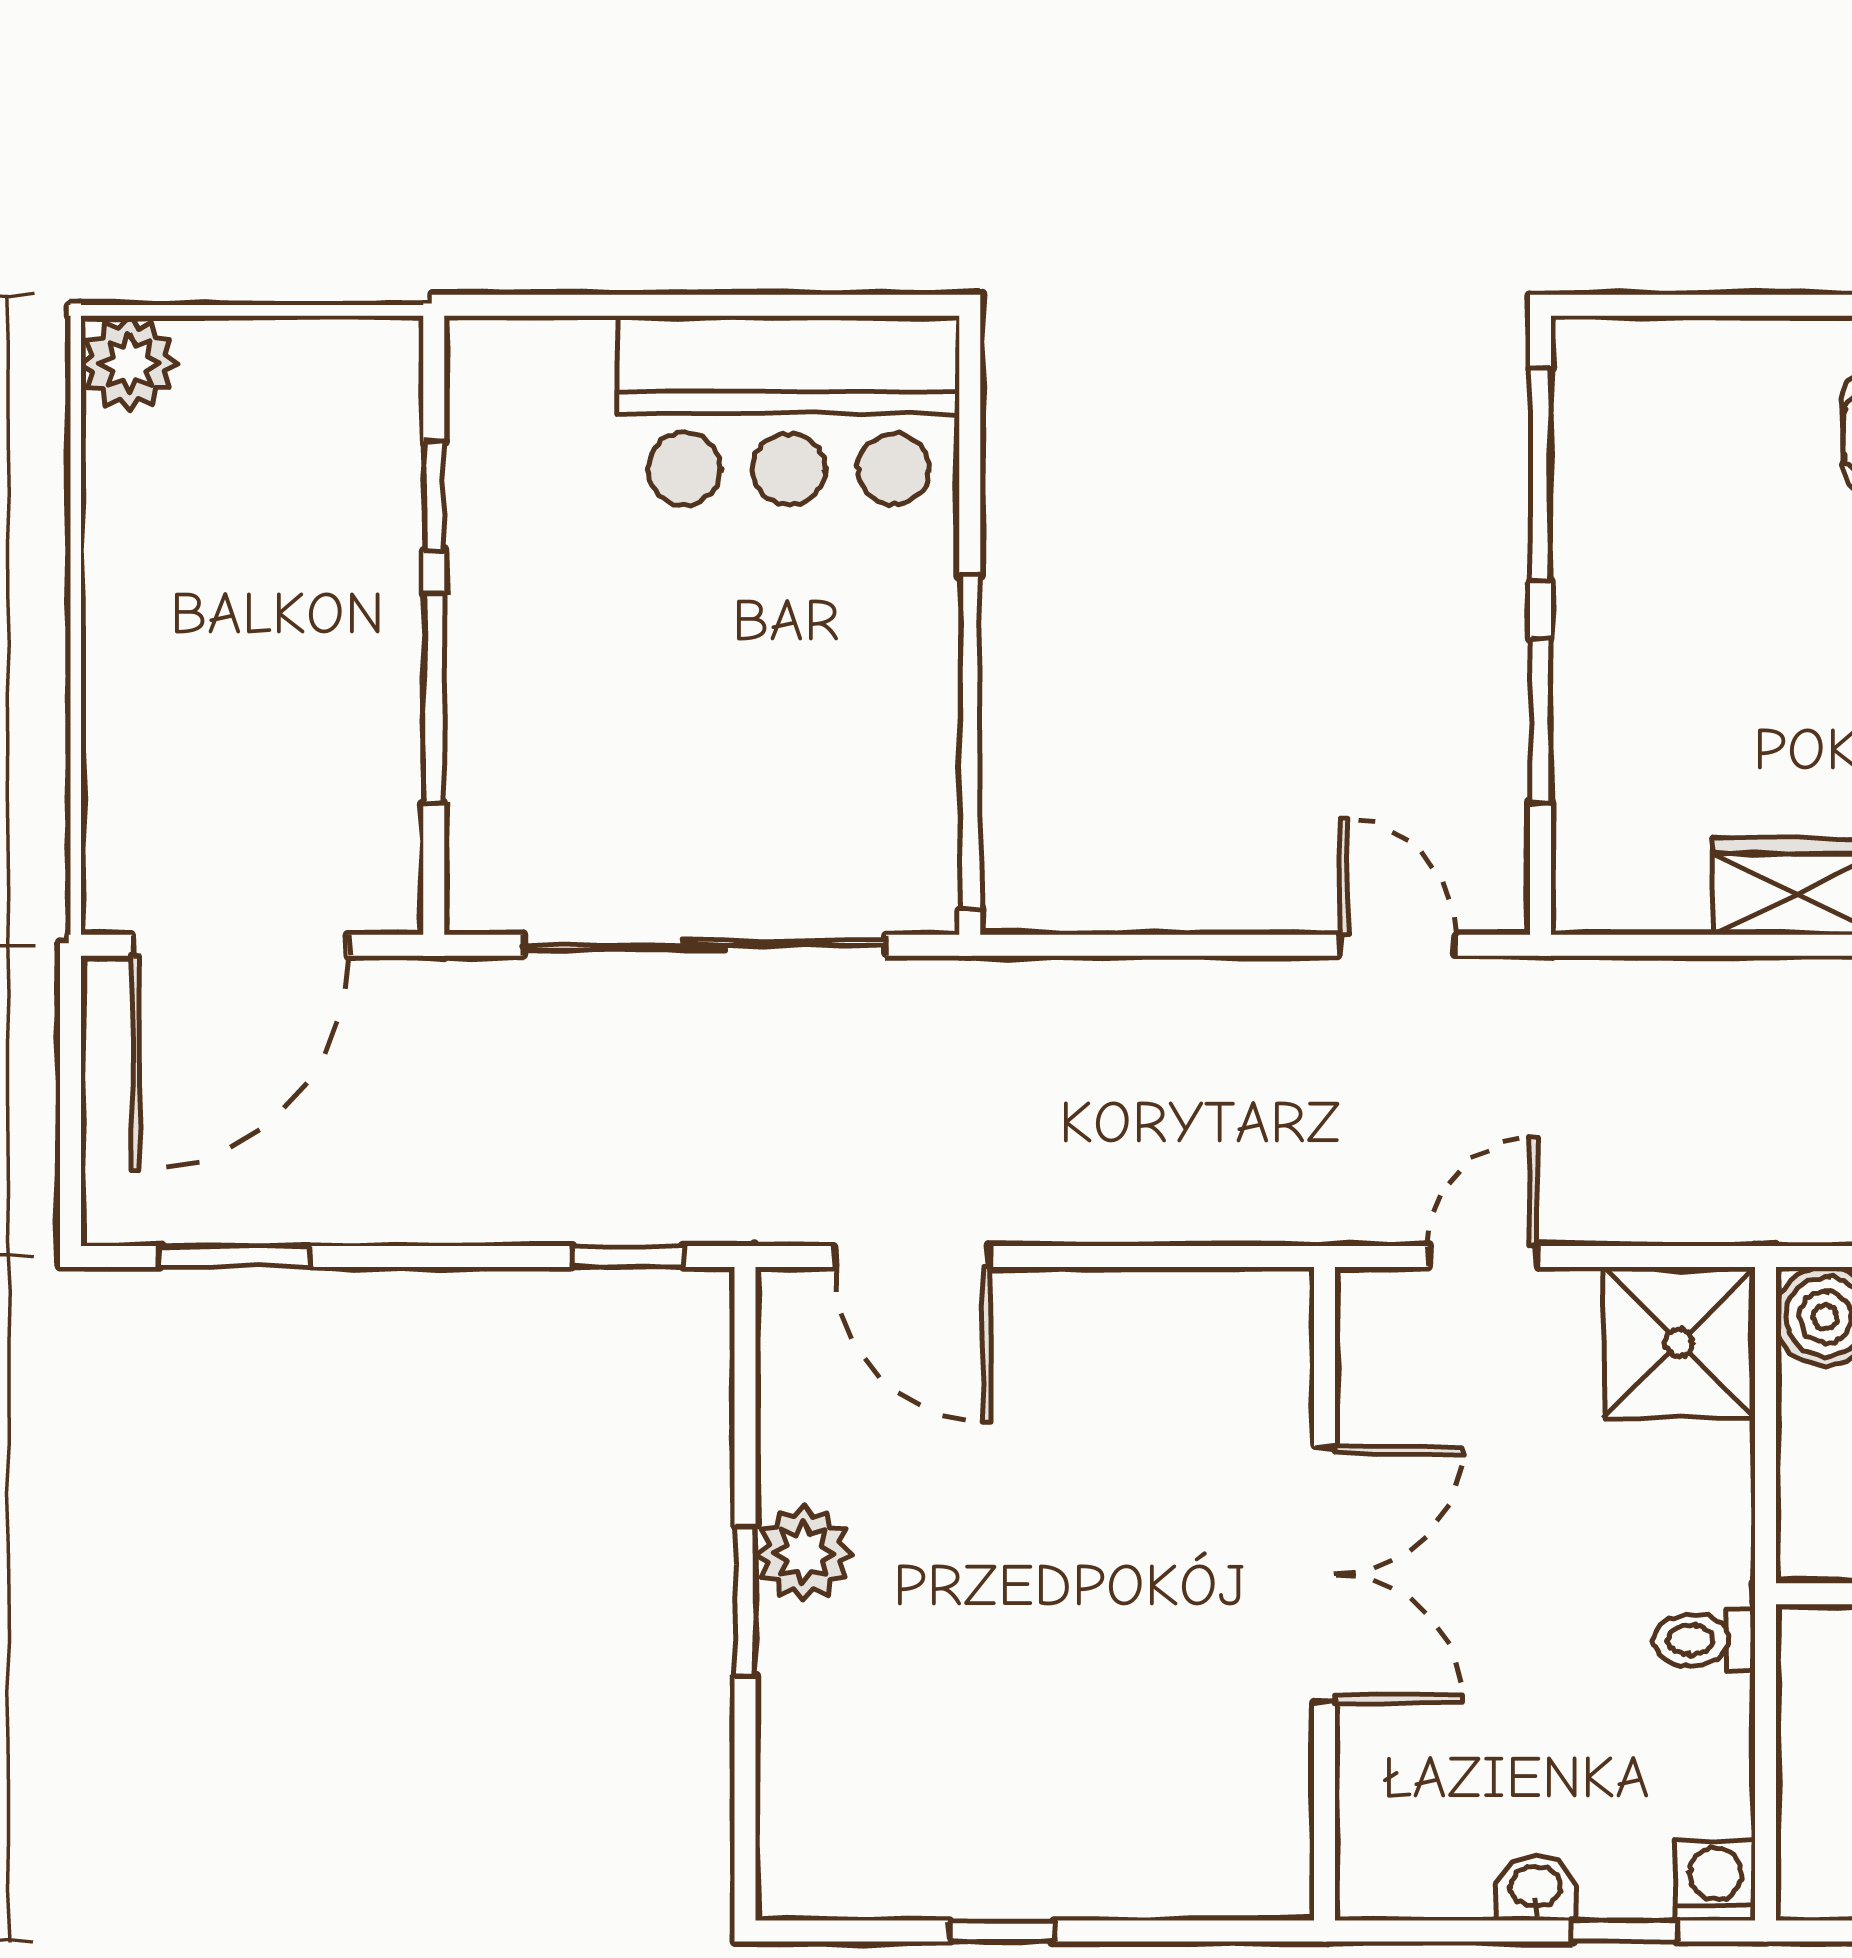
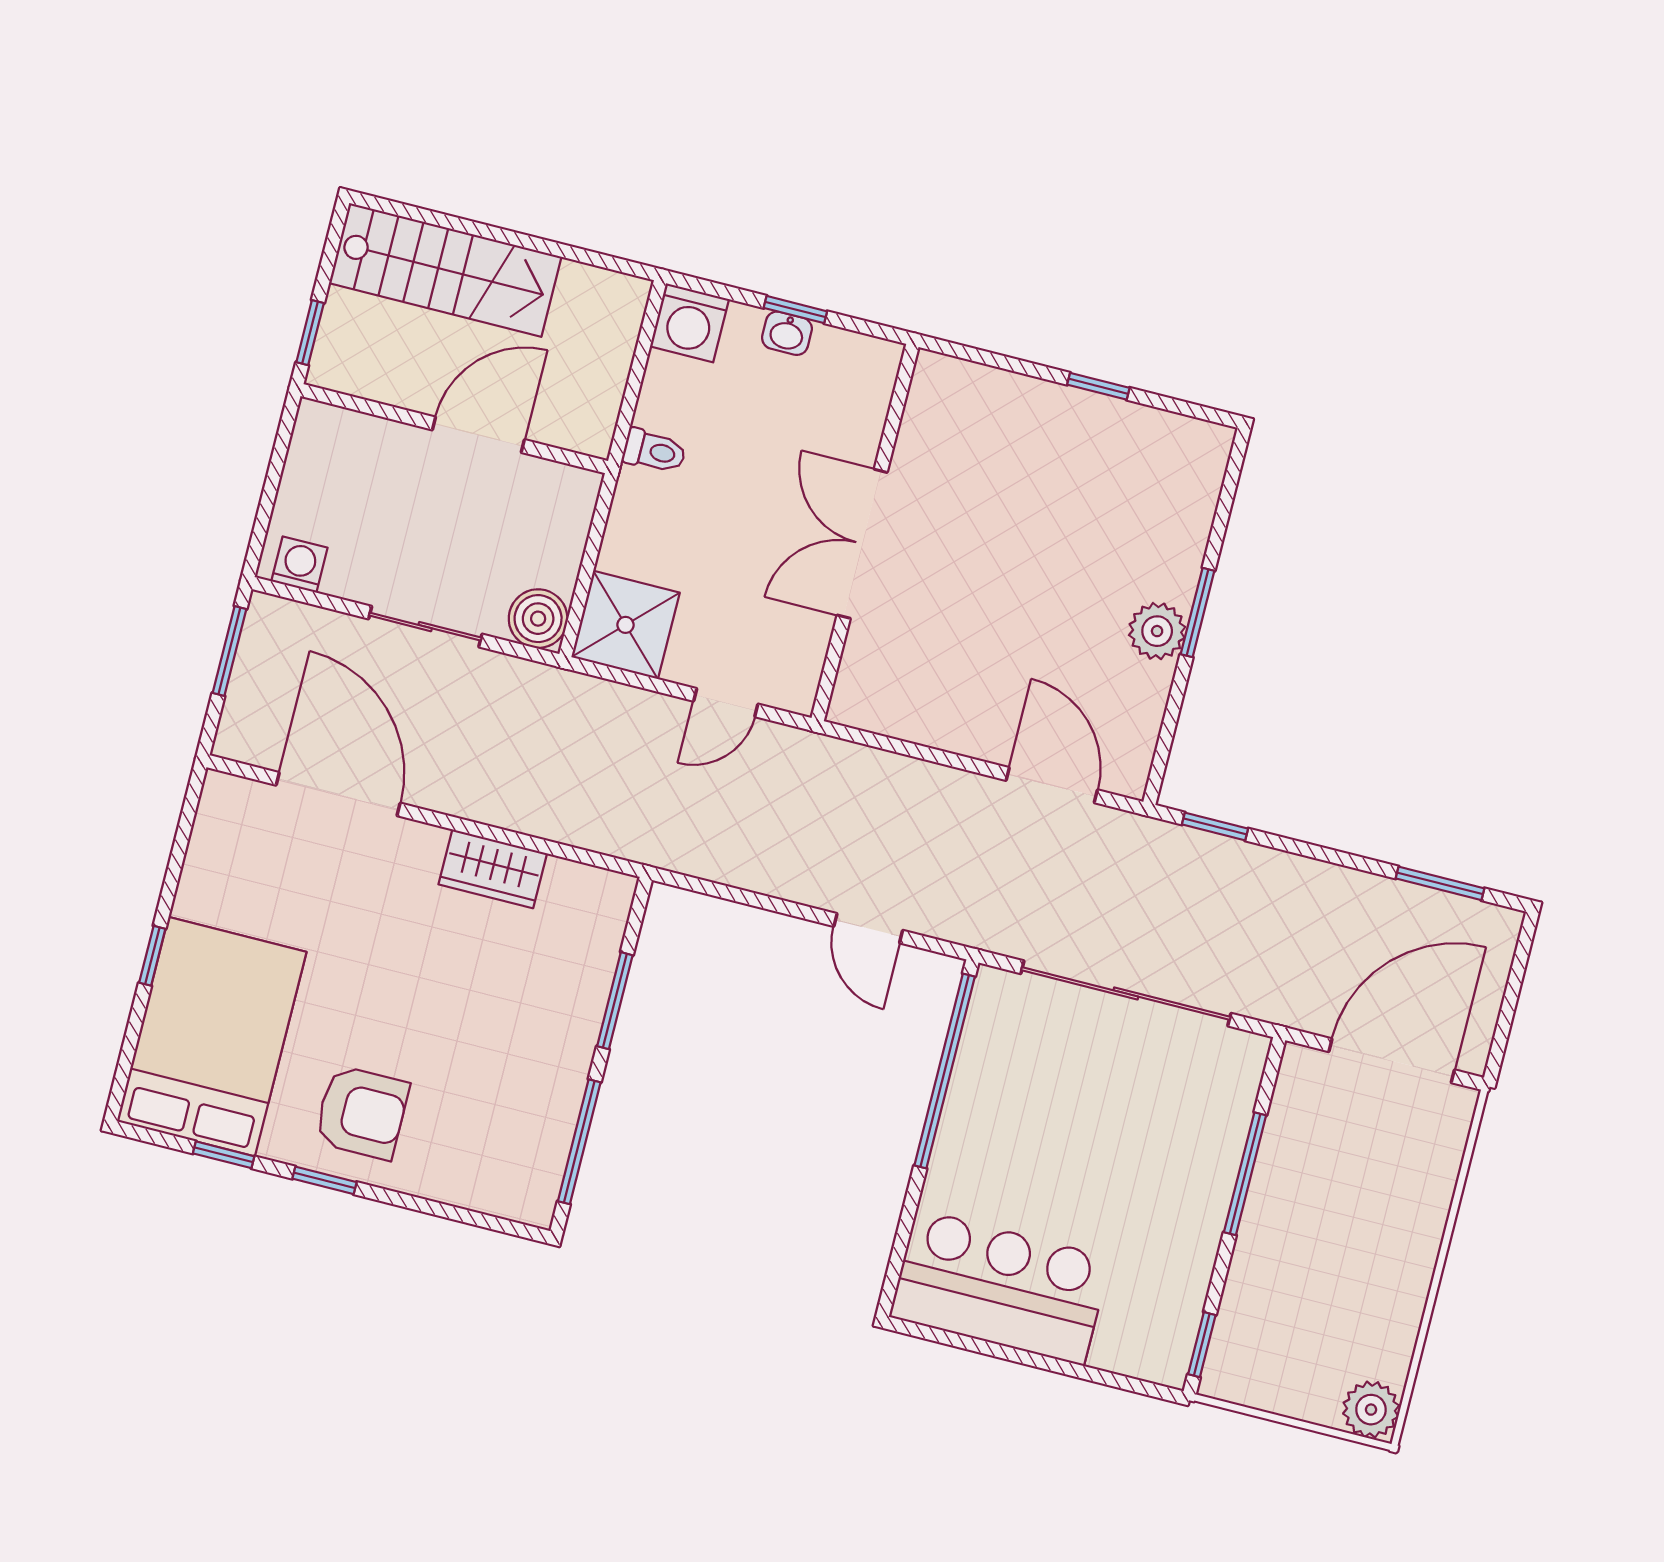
window: (434, 496) -> (1202, 1345), moved
door: (1398, 945) -> (868, 928), moved
washing machine: (1715, 1880) -> (690, 323), width x1.38, depth x1.38
window: (1625, 1931) -> (795, 310), moved

